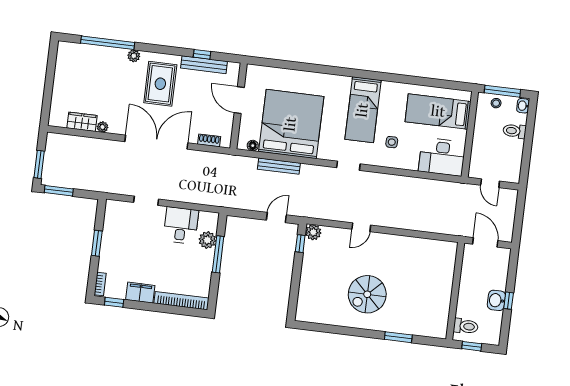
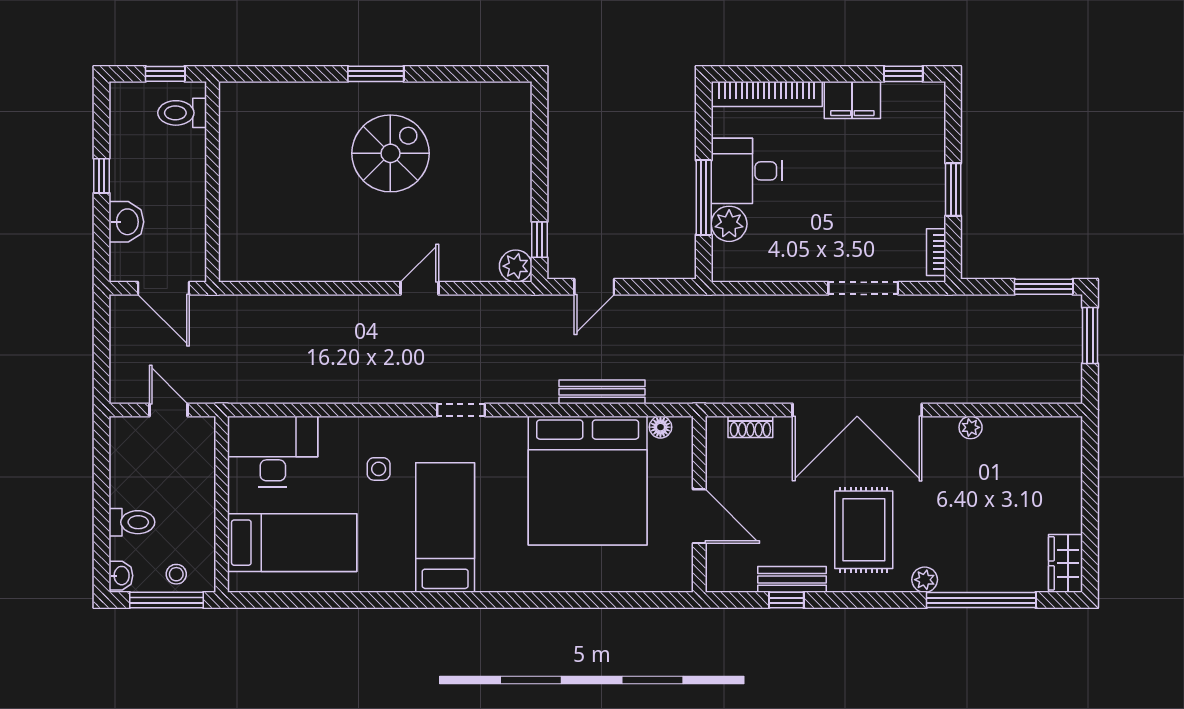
bench: (204, 65) -> (792, 579), width x0.73
wardrobe: (82, 122) -> (1066, 563), moved, turned 90
doorway: (146, 201) -> (863, 288), width x1.38
desk: (181, 225) -> (747, 171), moved, turned 90
bookcase: (100, 284) -> (936, 252), moved
washbasin: (496, 300) -> (126, 222), moved
window: (398, 337) -> (376, 74), moved

